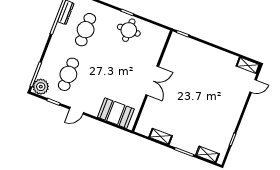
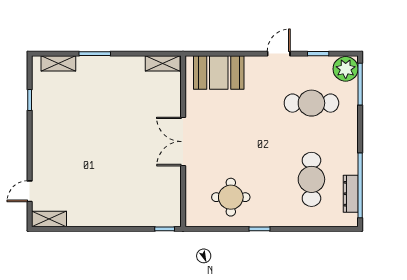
round table: (129, 30) -> (231, 197), moved
cafe table: (68, 74) -> (311, 103), turned 90
shelving: (161, 136) -> (163, 63), moved

